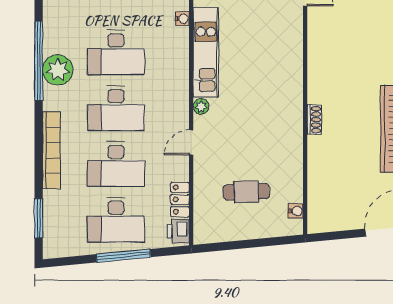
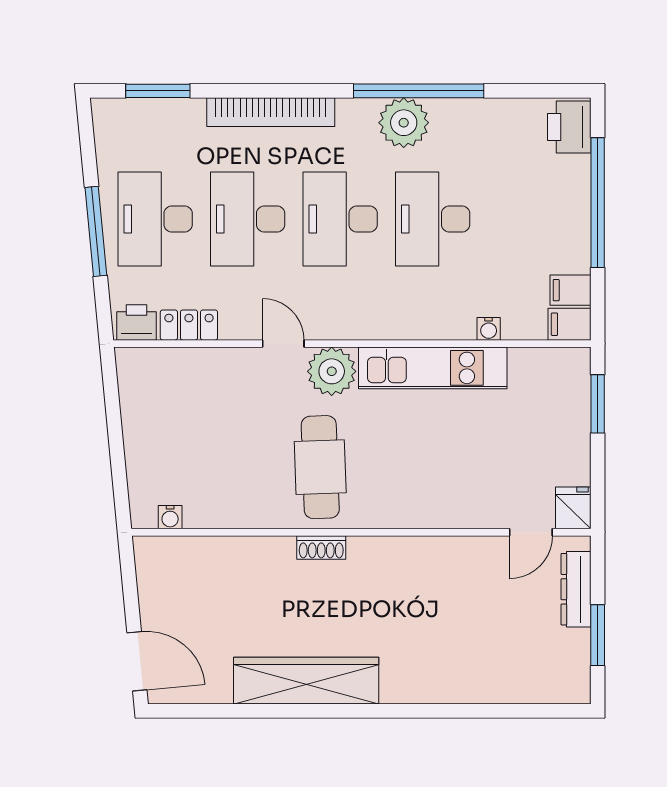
plant: (201, 106) -> (332, 371), width x1.87, depth x1.87
cafe table: (246, 192) -> (320, 467), moved, width x1.37, depth x1.35

